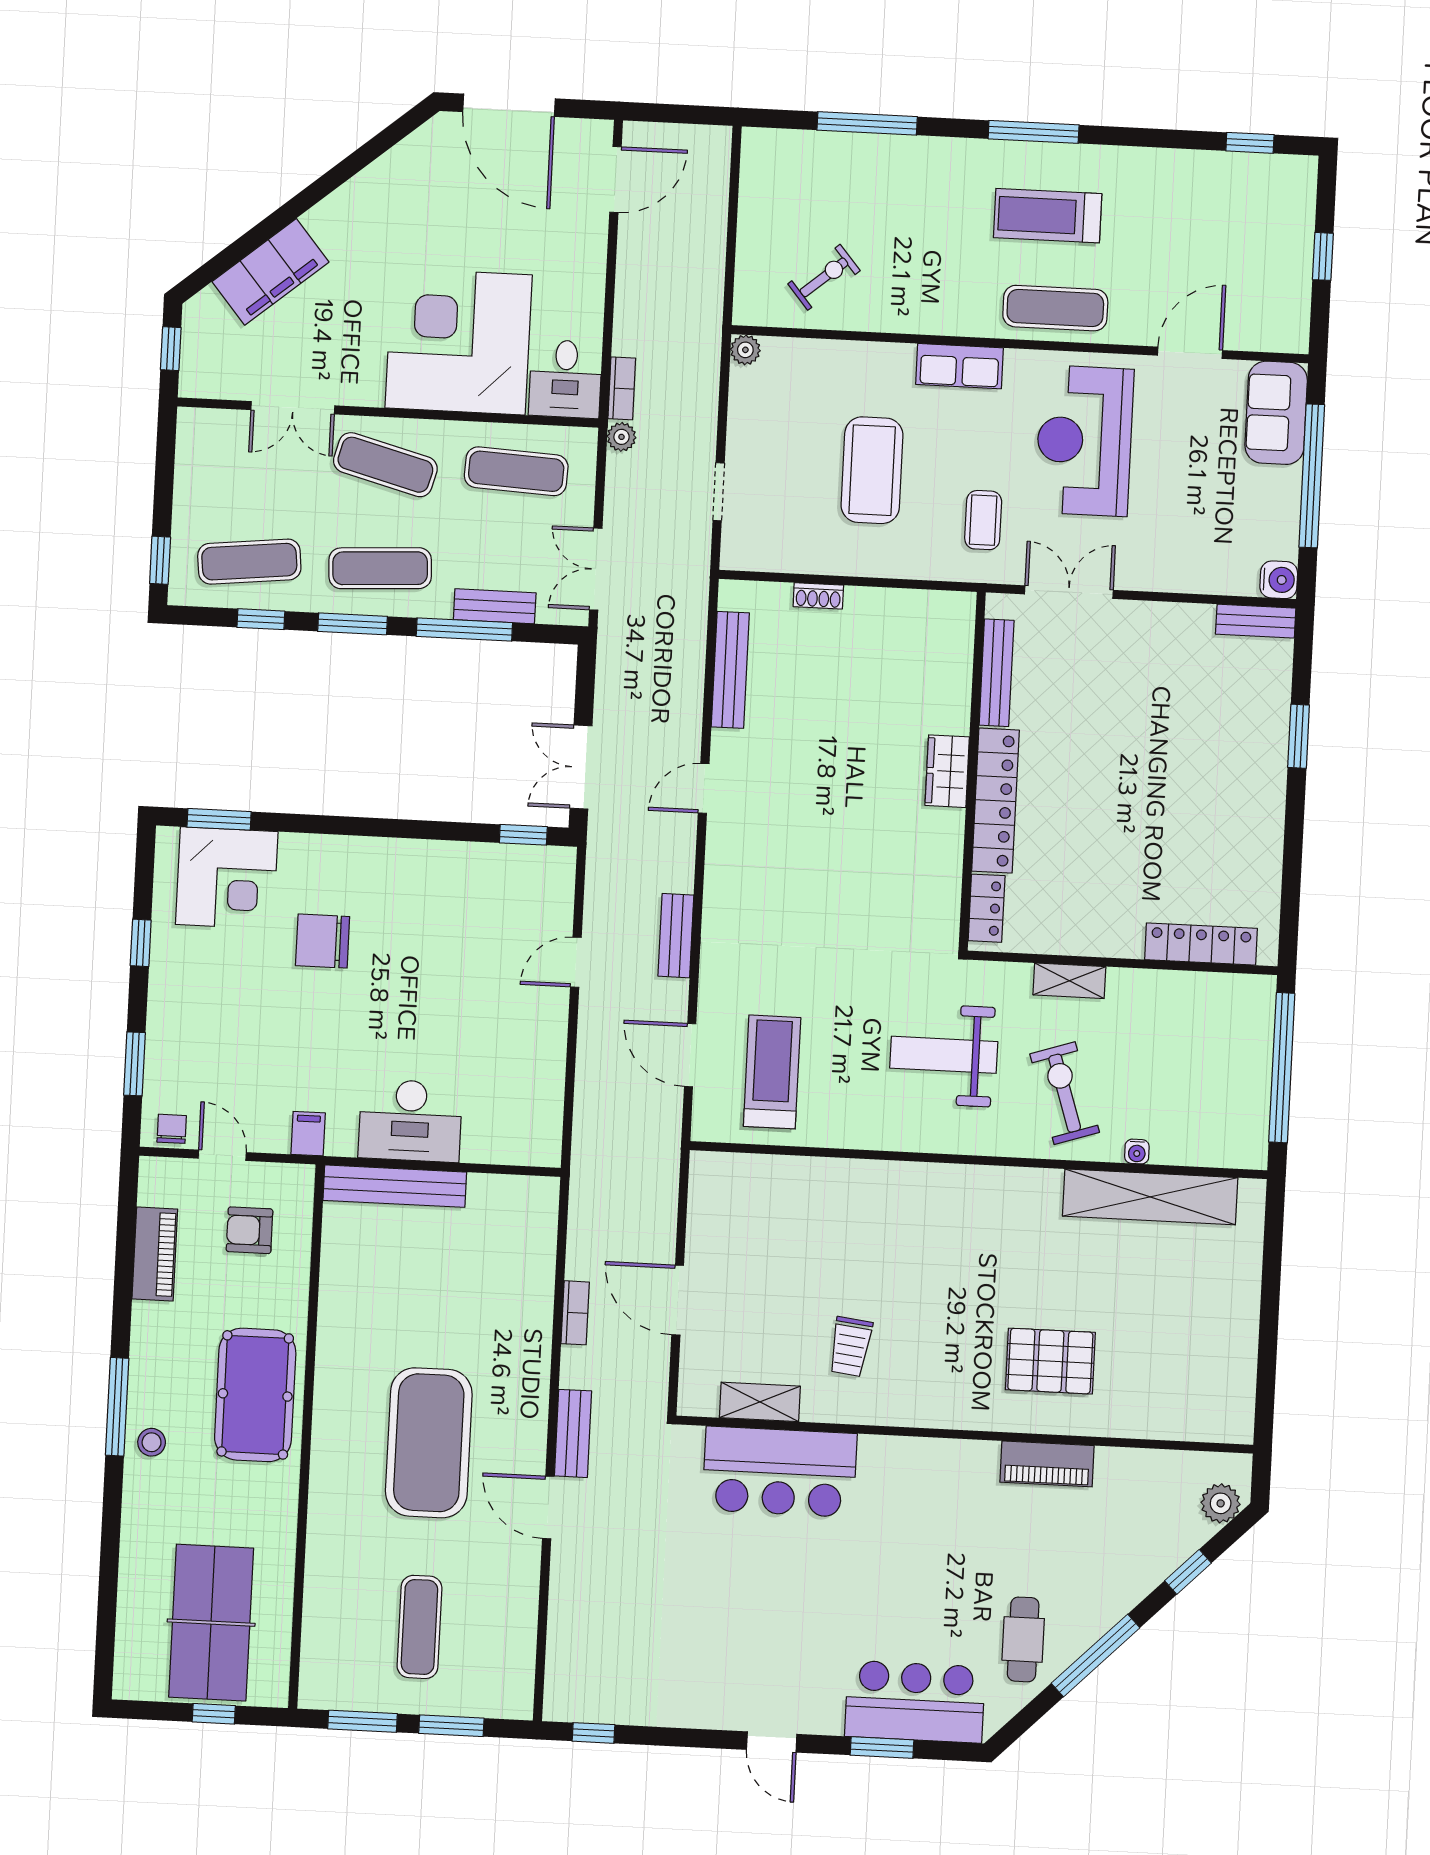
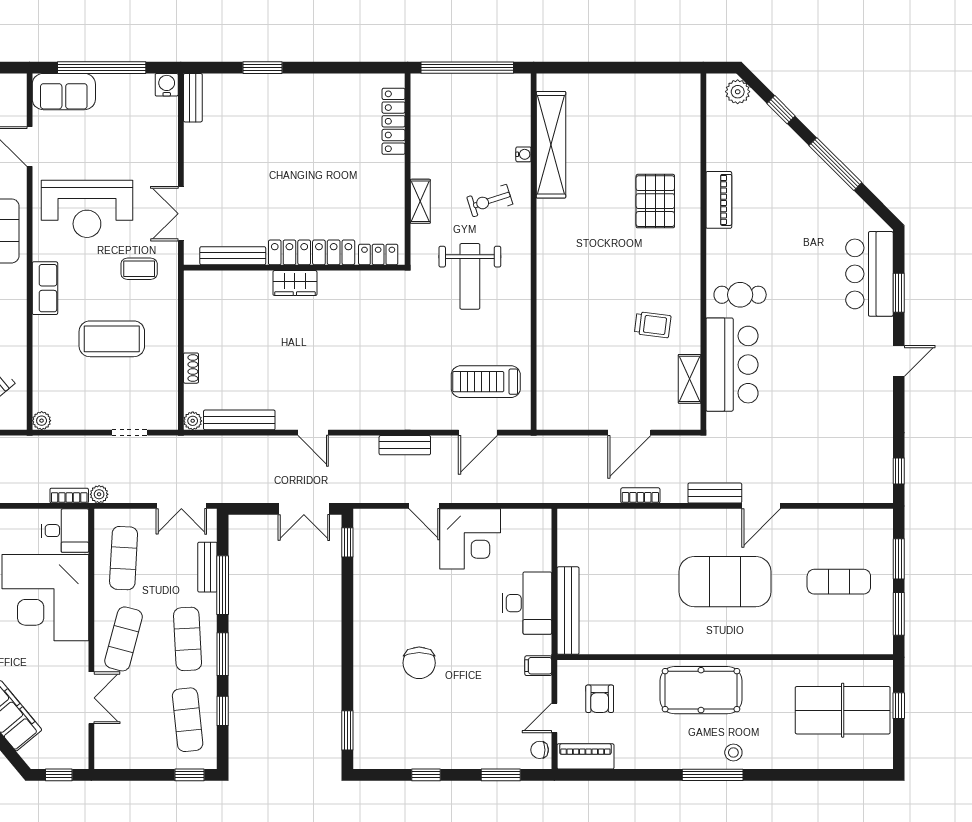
plant: (733, 594) -> (193, 421), added
corner desk: (227, 878) -> (470, 539), moved, turned 90
exercise bike: (1065, 1093) -> (490, 201), width x0.73, depth x0.72
piano: (155, 1254) -> (585, 756), moved
cafe table: (1023, 1639) -> (740, 295), moved

